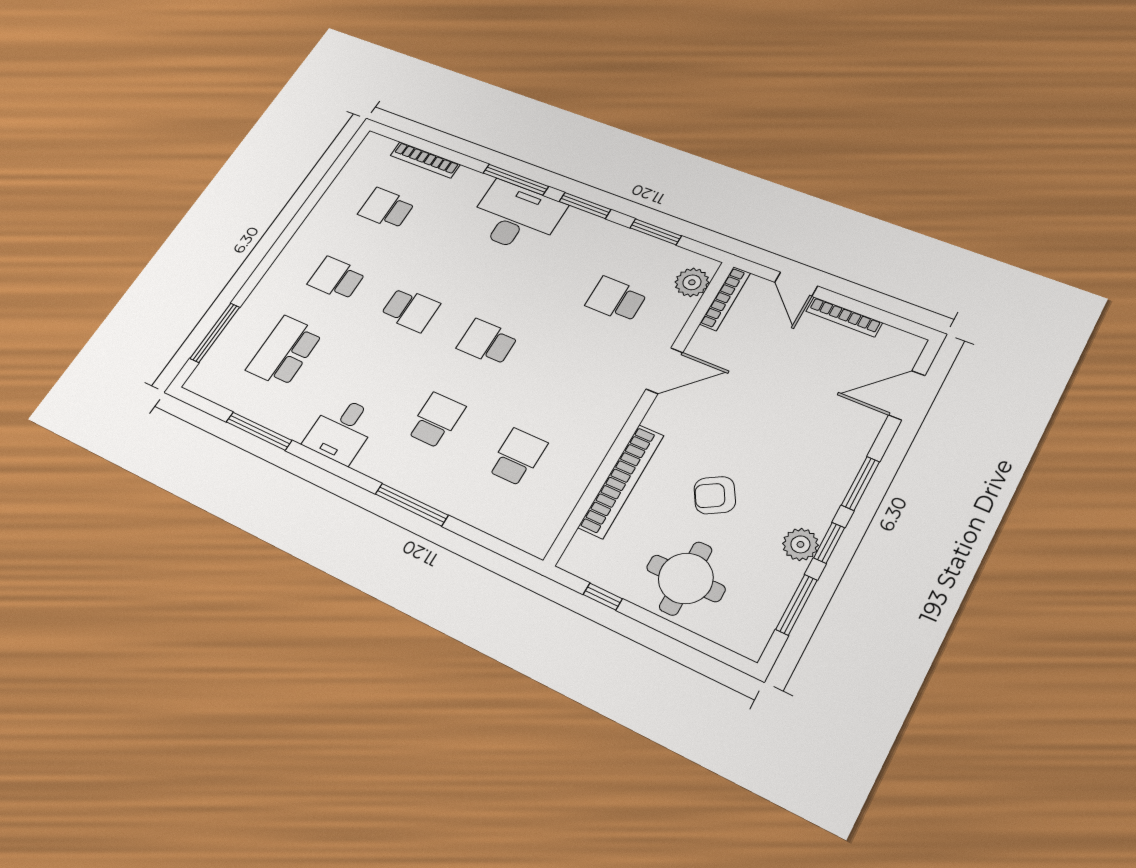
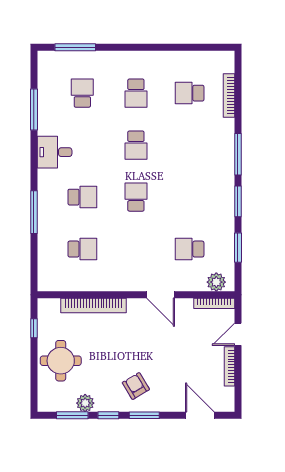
school desk: (386, 208) -> (190, 93), turned -90
desk: (516, 217) -> (215, 168), removed
school desk: (337, 278) -> (136, 93), turned 180
school desk: (616, 299) -> (190, 249), turned -90
school desk: (285, 351) -> (82, 93), width x0.54
armchair: (715, 495) -> (136, 386), moved
plant: (800, 544) -> (85, 403), moved

